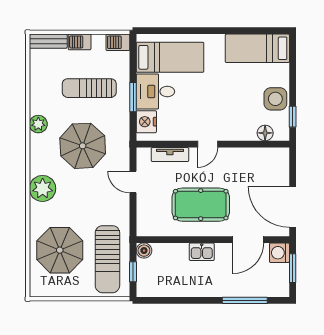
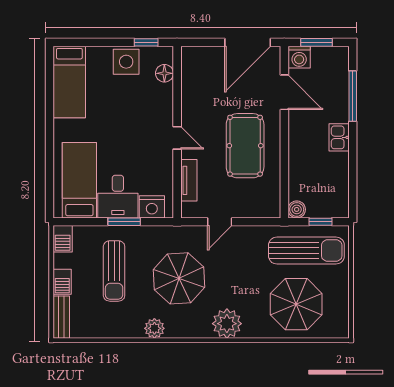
kitchen sink: (202, 252) -> (339, 137), moved, turned 180

